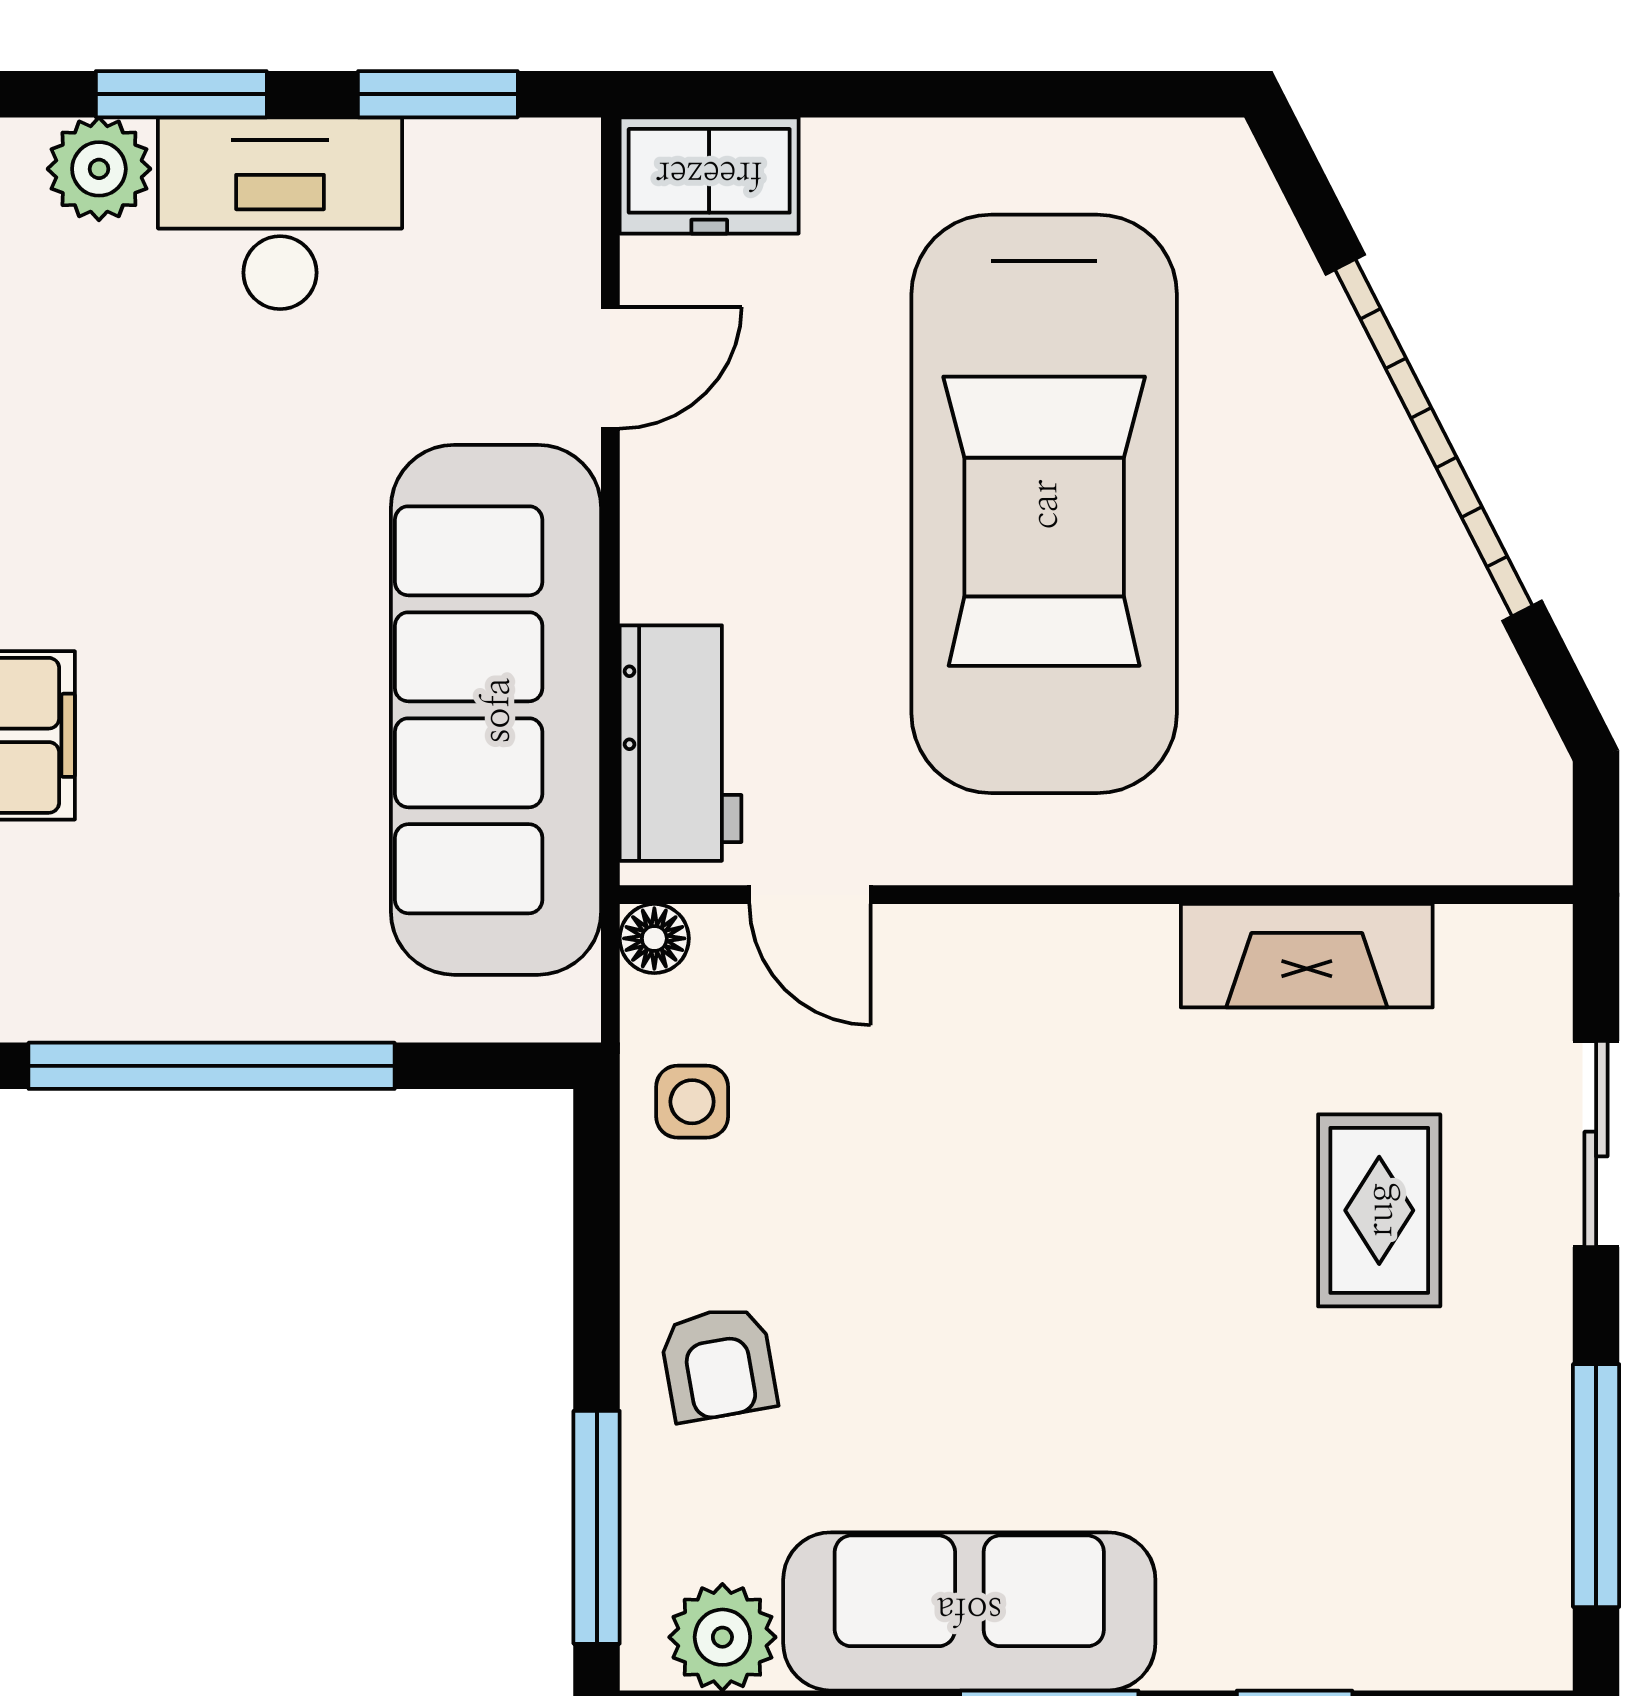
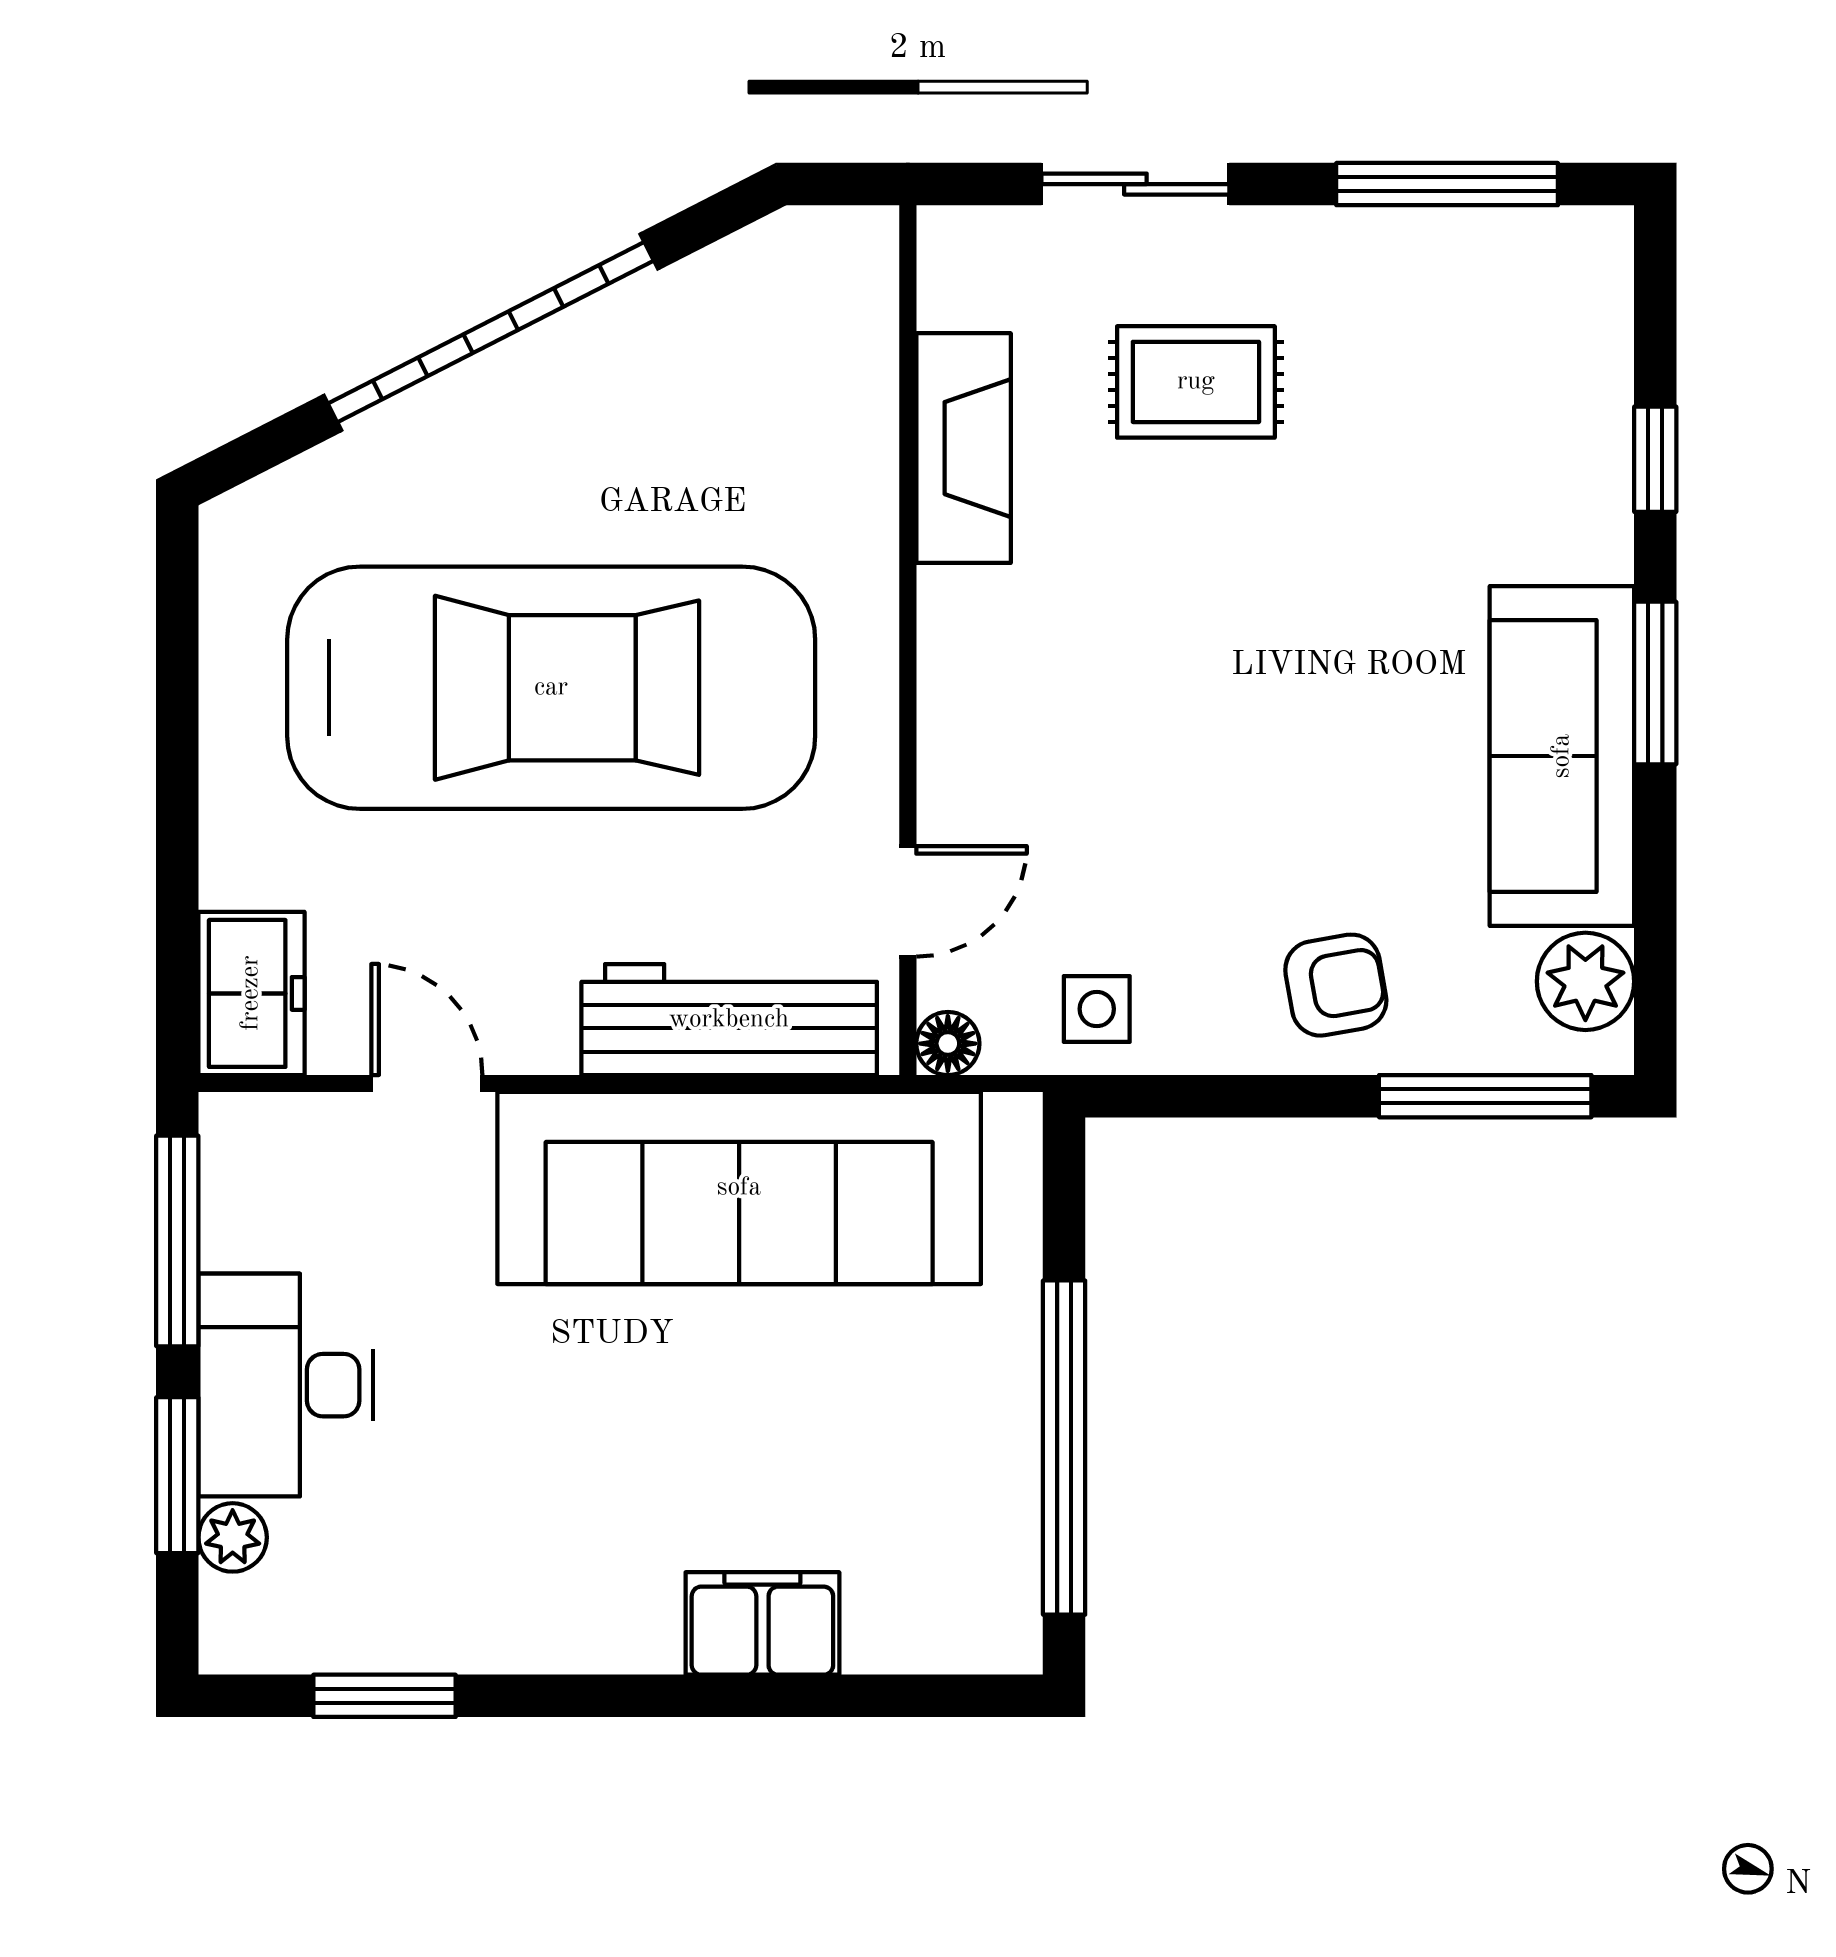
window: (438, 94) -> (177, 1241), width x1.44
plant: (99, 169) -> (233, 1537), width x0.73, depth x0.73
workbench: (681, 743) -> (729, 1020), width x1.38

